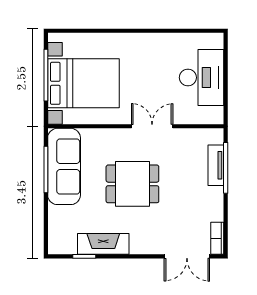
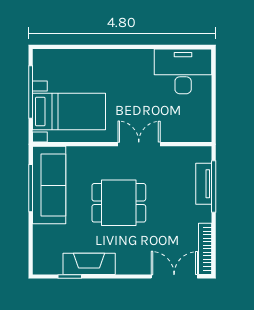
desk: (202, 78) -> (183, 71), moved, turned -90
bed with nightstands: (83, 83) -> (69, 112), width x0.73
bookcase: (217, 238) -> (205, 249), width x1.56
double door: (187, 256) -> (174, 277), swing flipped

